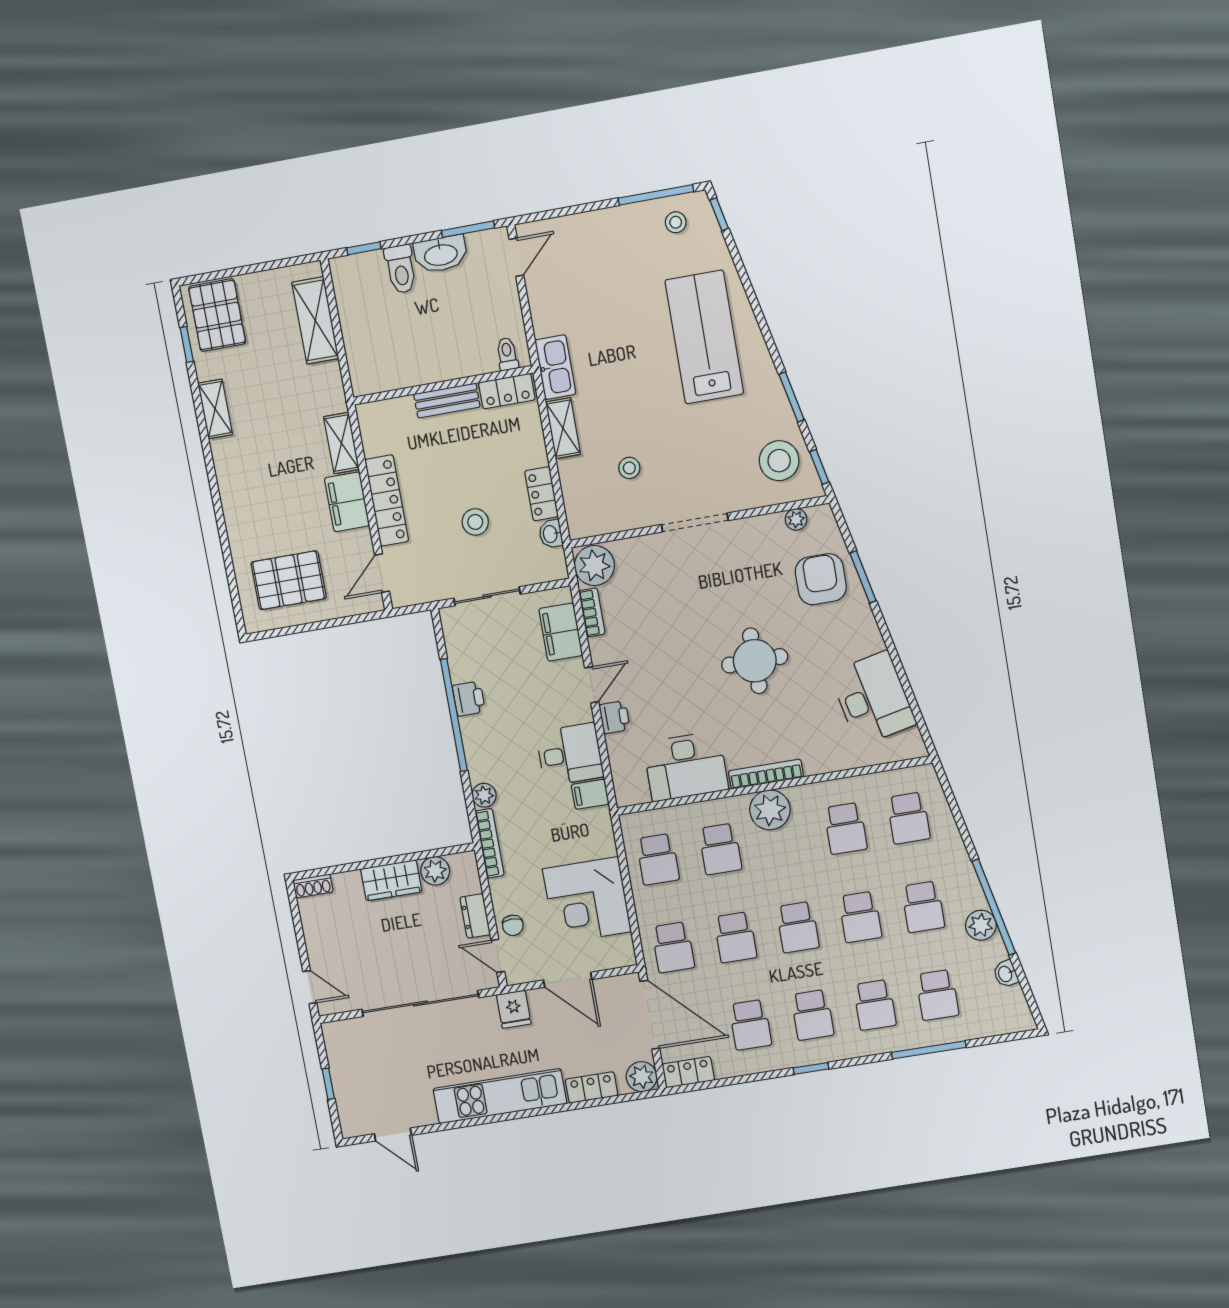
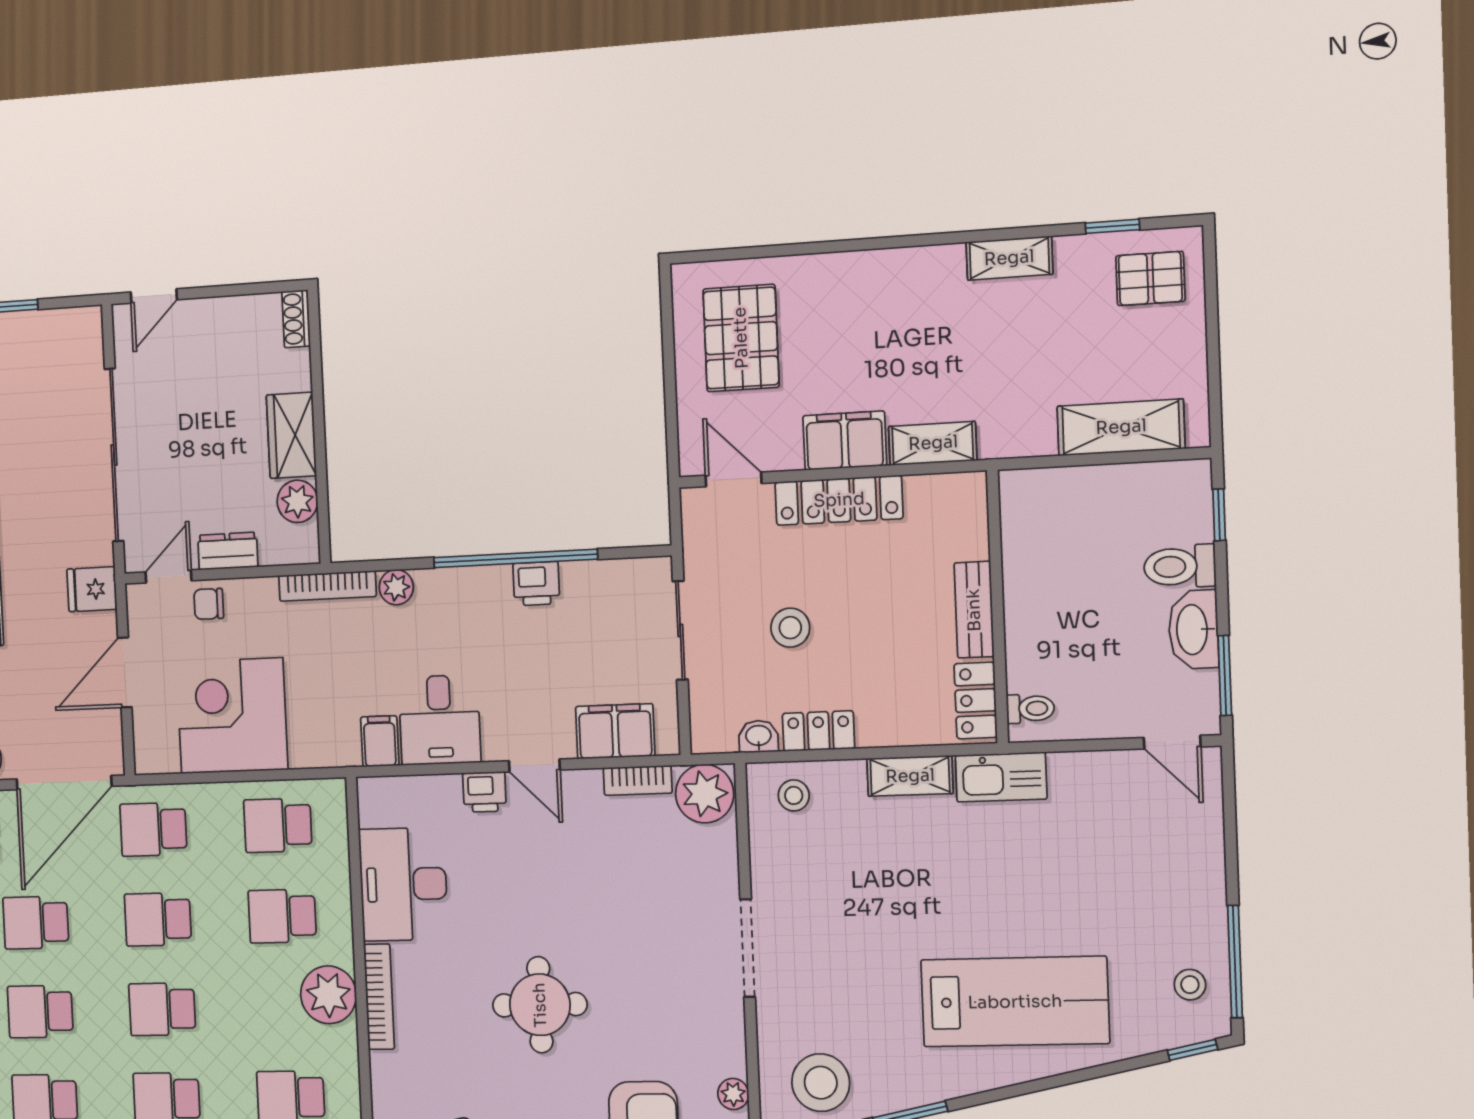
pallet: (217, 315) -> (1150, 278), width x0.67, depth x0.71
stool: (629, 468) -> (794, 795), moved

